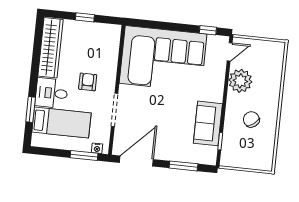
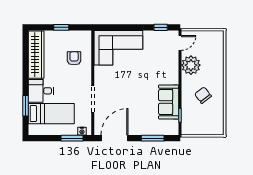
corner sofa: (163, 59) -> (118, 48), width x0.73, depth x0.74
armchair: (88, 82) -> (74, 58), moved

